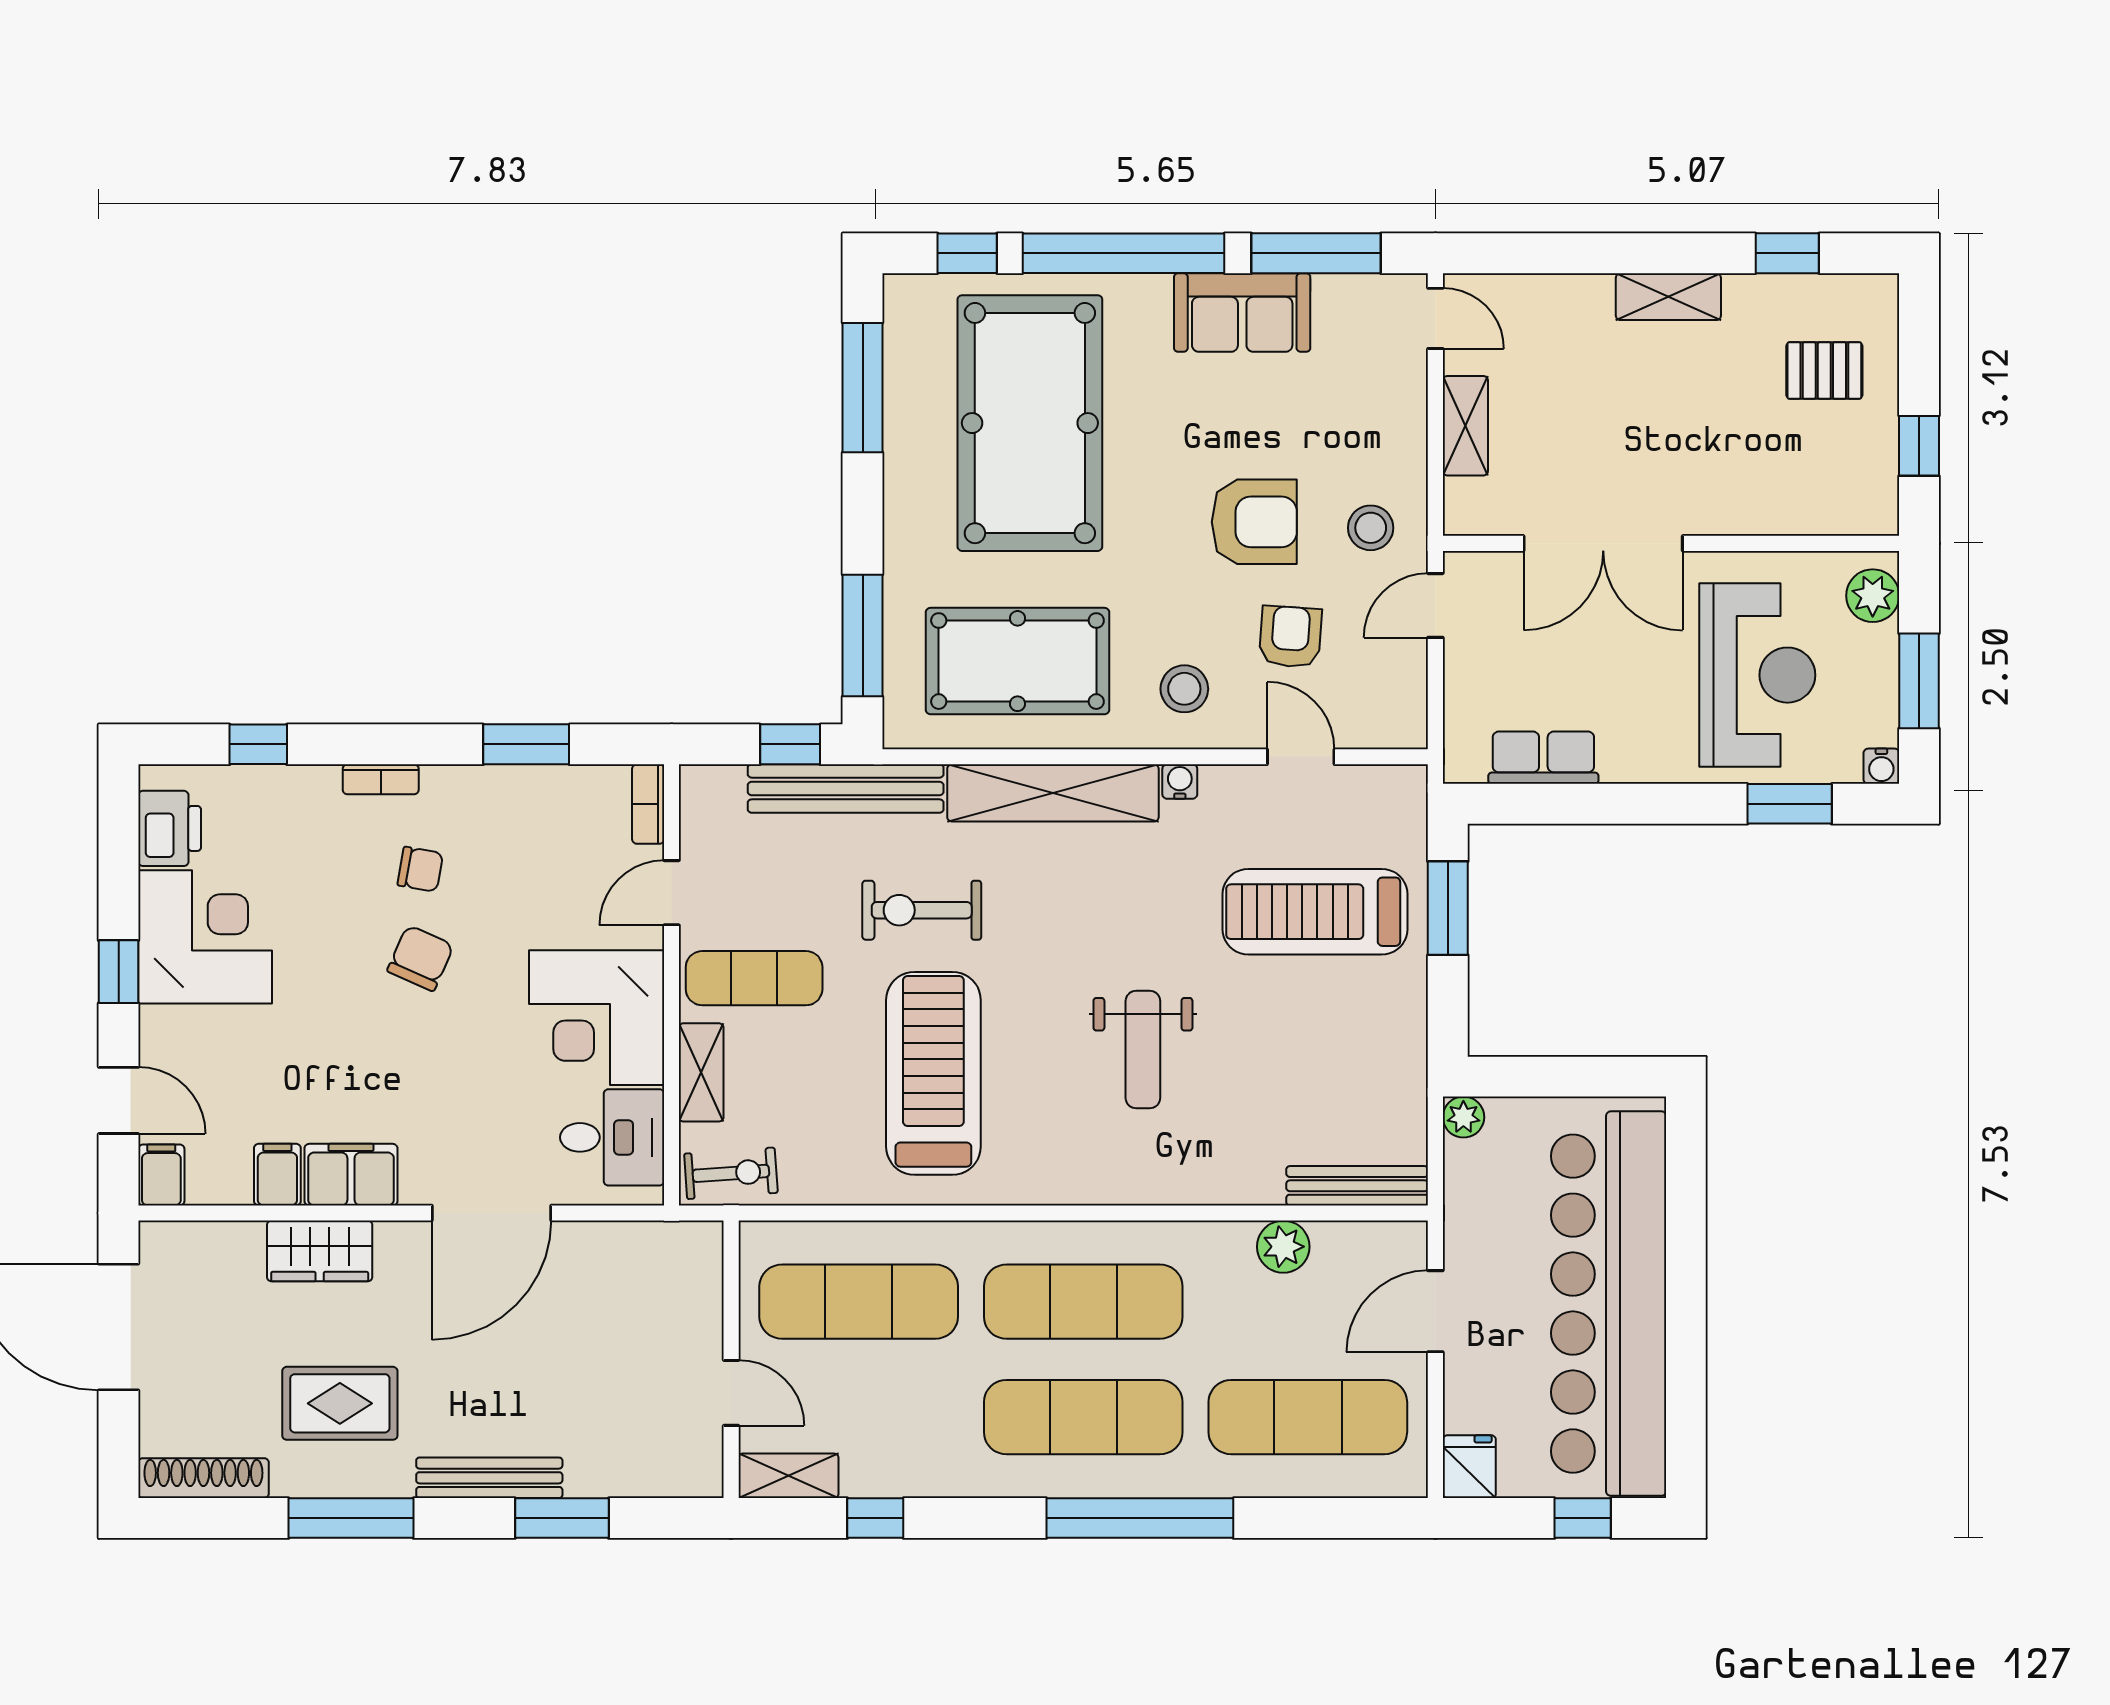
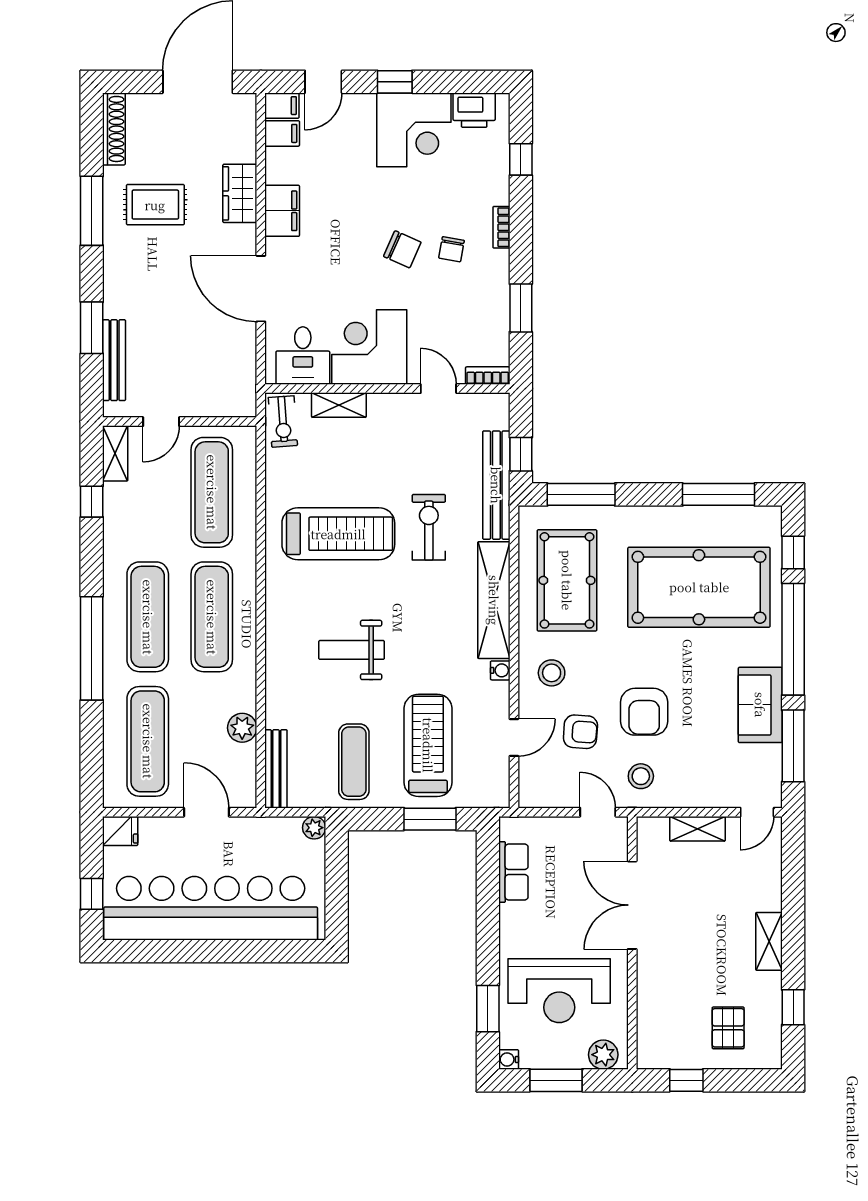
exercise mat: (754, 978) -> (354, 762), moved
filing cabinet: (277, 1175) -> (282, 133), moved
rug: (340, 1403) -> (155, 205), turned 90
bench: (489, 1478) -> (114, 360), moved

